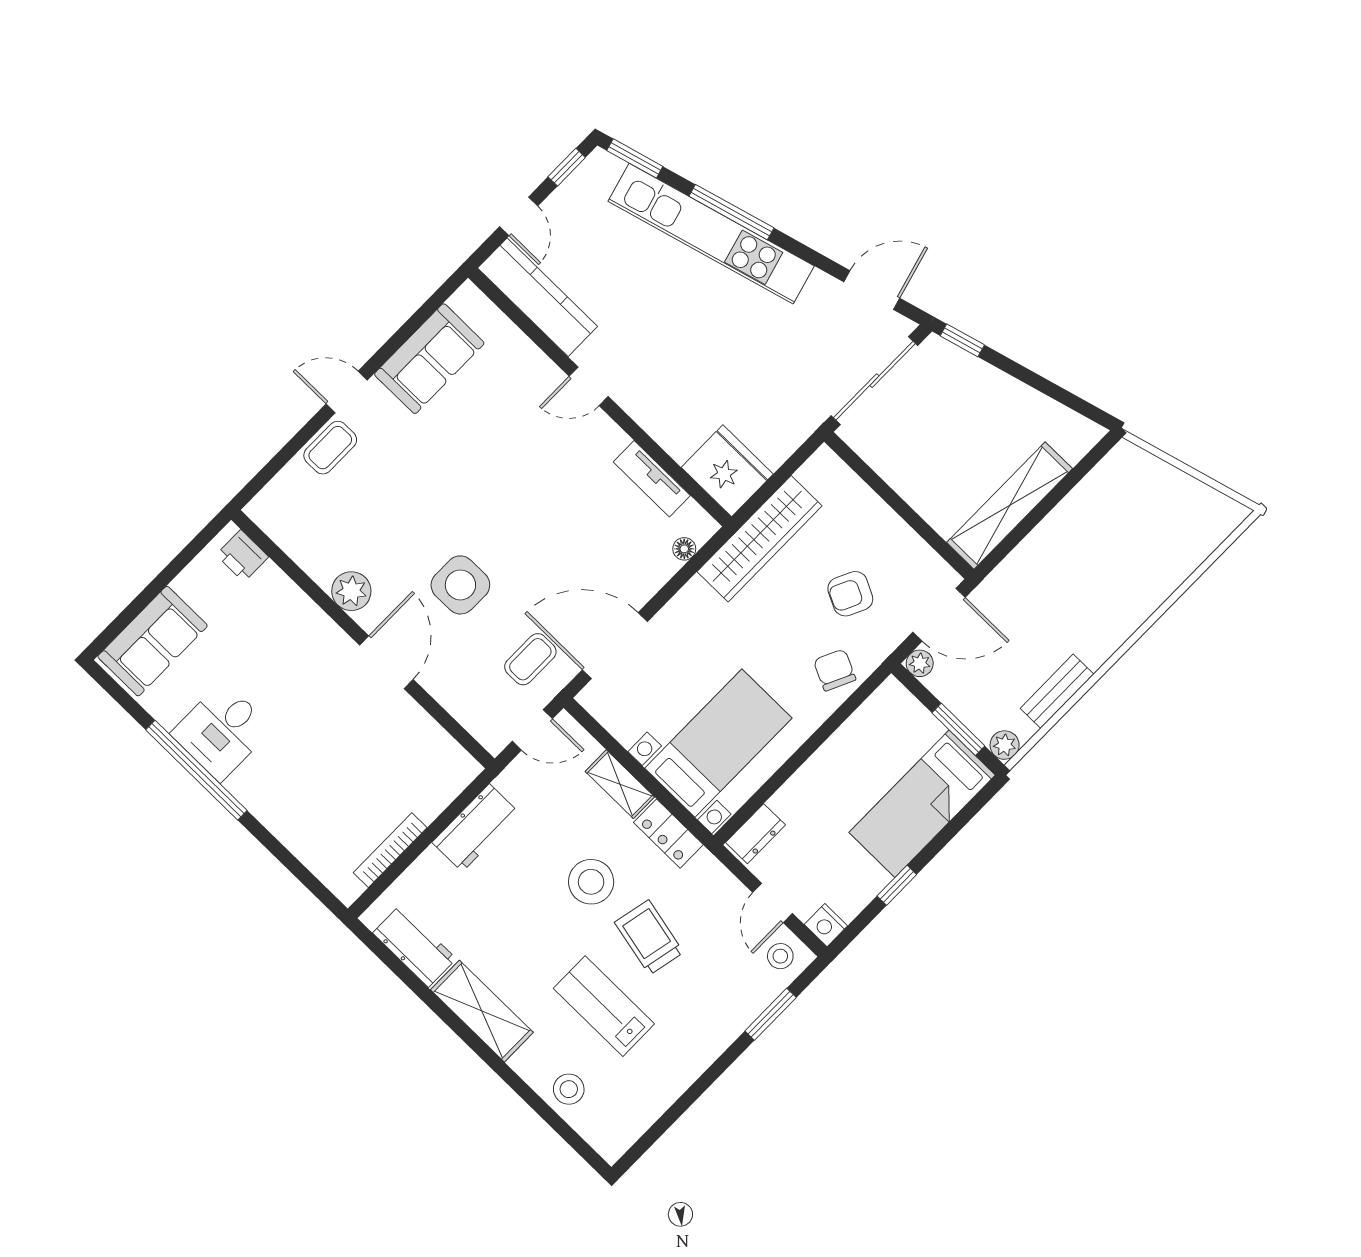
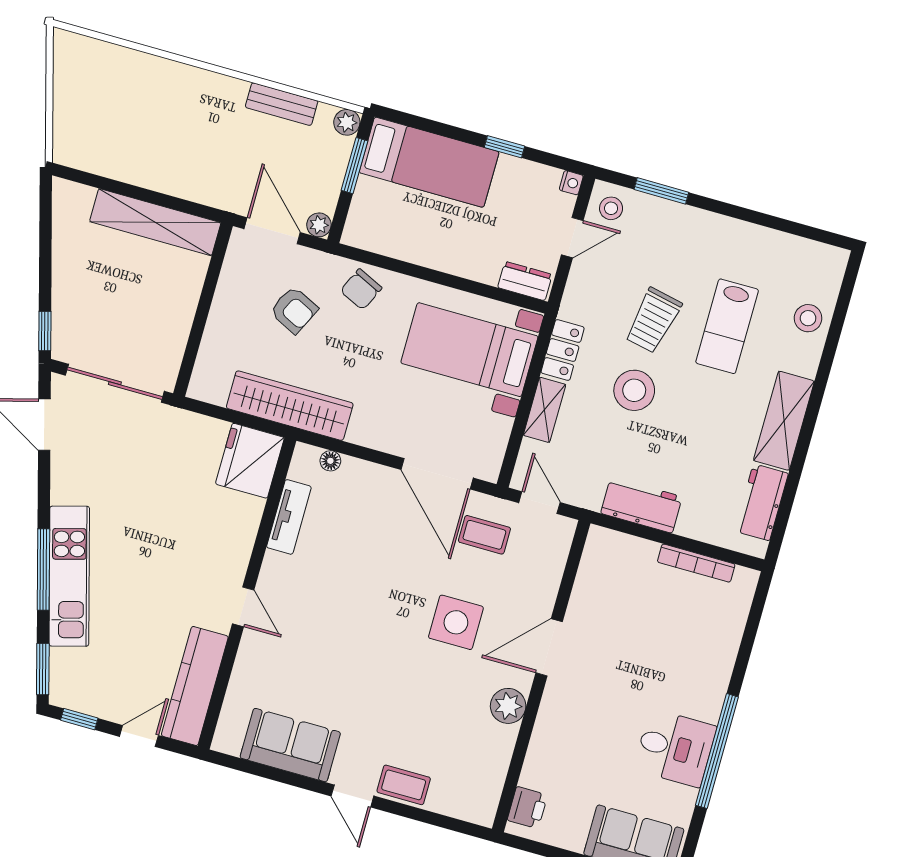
kitchen unit: (711, 234) -> (69, 576), width x0.73
nightstand: (826, 925) -> (571, 183), width x0.72, depth x0.74

